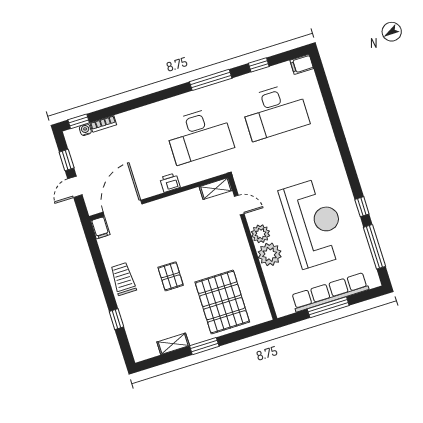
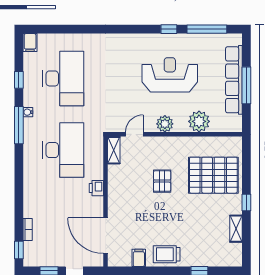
water cooler: (85, 130) -> (28, 112), moved
reception desk: (314, 223) -> (170, 75), width x0.74, depth x0.77
filing cabinet: (100, 228) -> (139, 258), moved, turned -90
plant: (270, 254) -> (199, 121), moved
pallet: (171, 276) -> (162, 181), moved, turned 90
window: (204, 346) -> (246, 202), width x0.67

